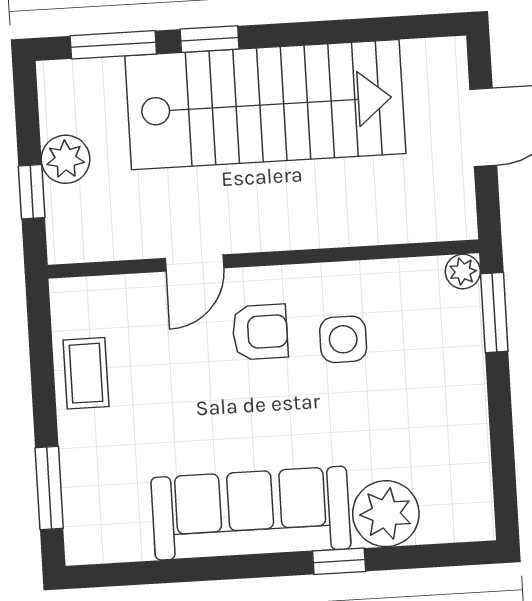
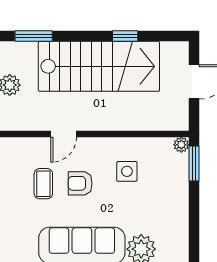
window: (210, 39) -> (125, 36), moved
armchair: (260, 332) -> (80, 183), moved, turned 180
coffee table: (86, 373) -> (43, 184), moved

